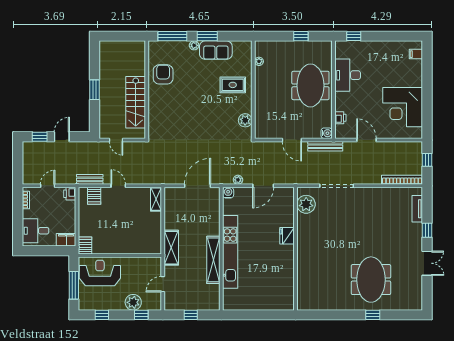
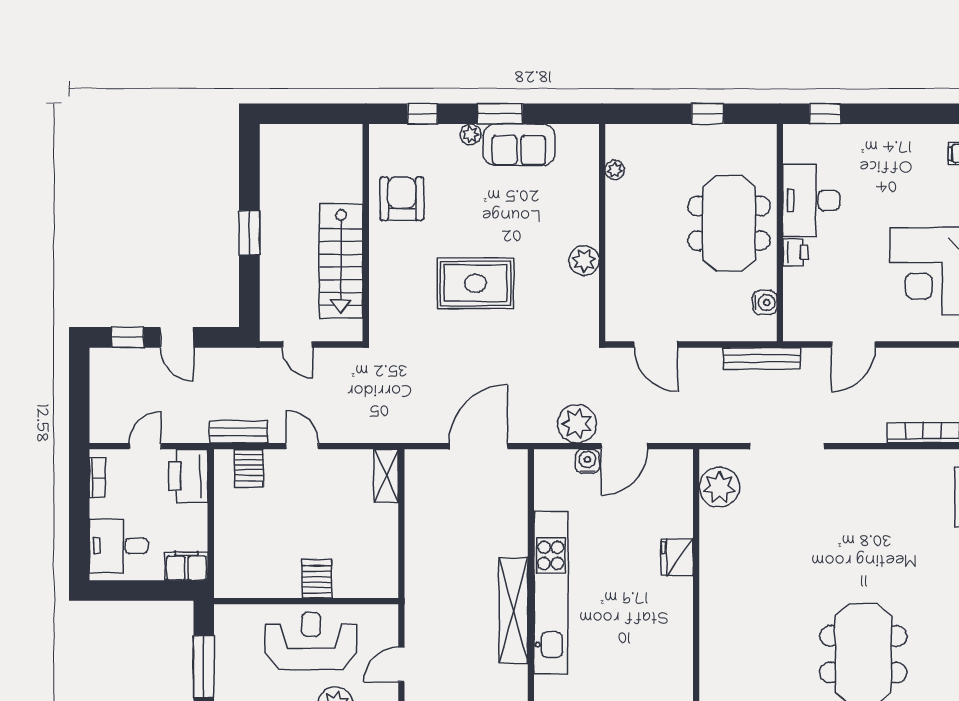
window: (172, 36) -> (423, 114), width x0.46
rug: (233, 85) -> (475, 283), moved, width x1.36, depth x1.43
printer: (340, 118) -> (795, 252), moved
plant: (245, 120) -> (584, 261), moved
water cooler: (327, 133) -> (765, 303), moved
door: (62, 137) -> (177, 337), swing flipped
door: (292, 140) -> (656, 344), moved
door: (366, 140) -> (853, 344), swing flipped
plant: (238, 180) -> (577, 424), width x1.87, depth x1.87
water cooler: (228, 193) -> (587, 461), moved
printer: (70, 194) -> (188, 476), width x1.87, depth x1.48
server rack: (85, 246) -> (317, 579), moved
shelving: (171, 248) -> (420, 583), removed
reception desk: (100, 273) -> (311, 641), moved

